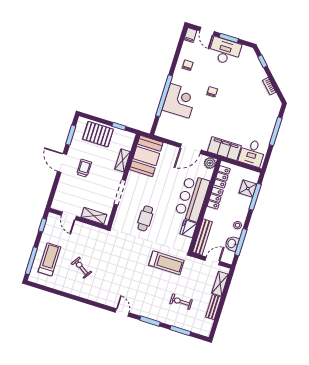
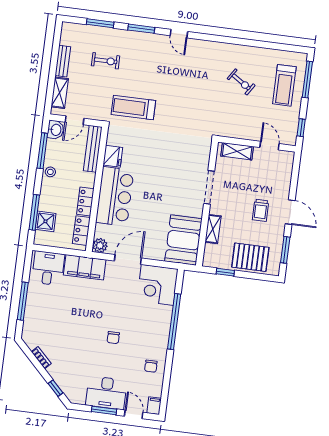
corner desk: (180, 101) -> (157, 285), moved
cafe table: (145, 218) -> (170, 160), removed
washbasin: (232, 244) -> (56, 130), moved

